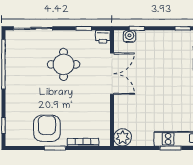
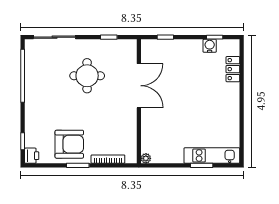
water cooler: (129, 36) -> (210, 46), moved
printer: (103, 37) -> (32, 156), moved, turned -90
armchair: (47, 128) -> (69, 144), turned 90
plant: (123, 137) -> (146, 158), width x0.53, depth x0.53

